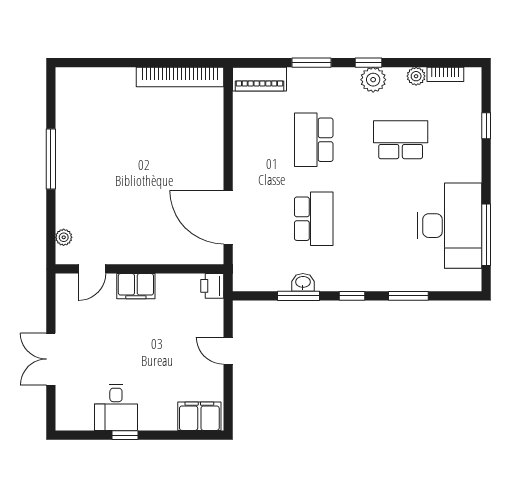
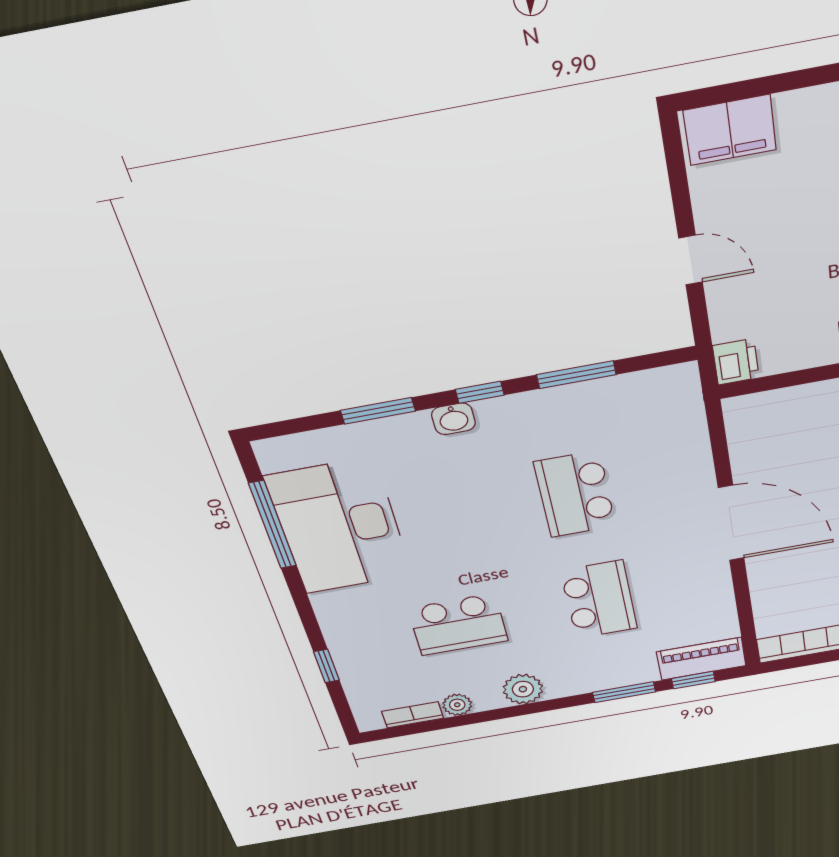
window: (368, 63) -> (693, 680), moved
door: (228, 217) -> (731, 523), moved
washbasin: (303, 282) -> (453, 419), moved

